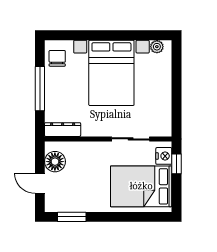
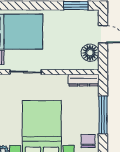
chair: (57, 58) -> (88, 141), turned 180

